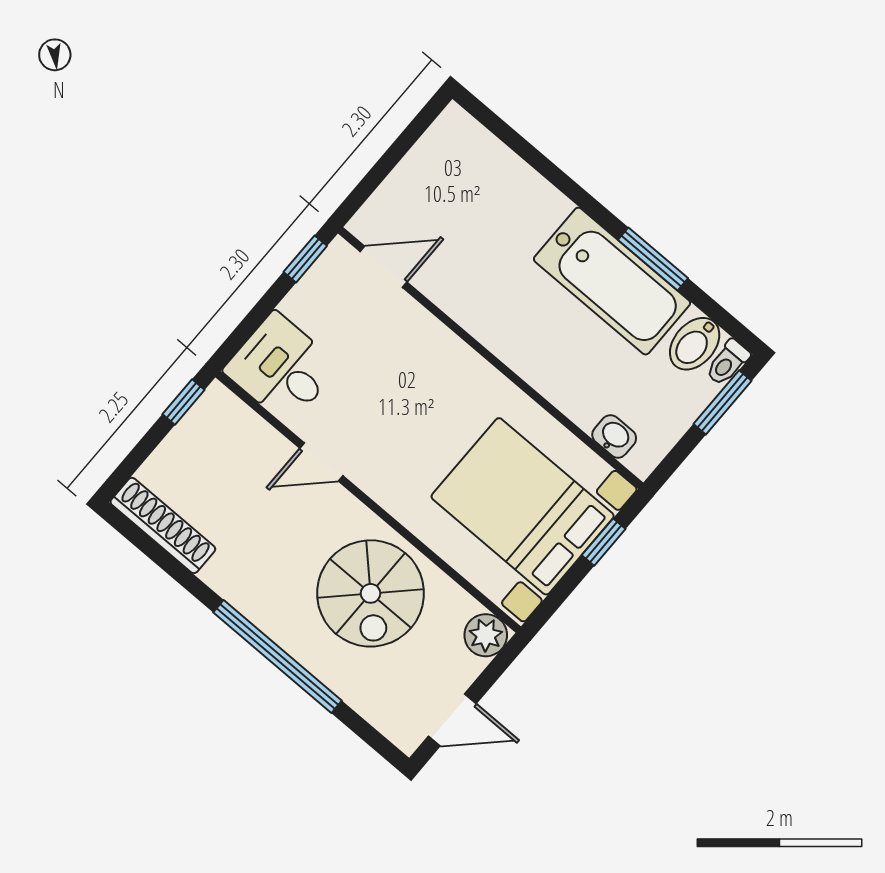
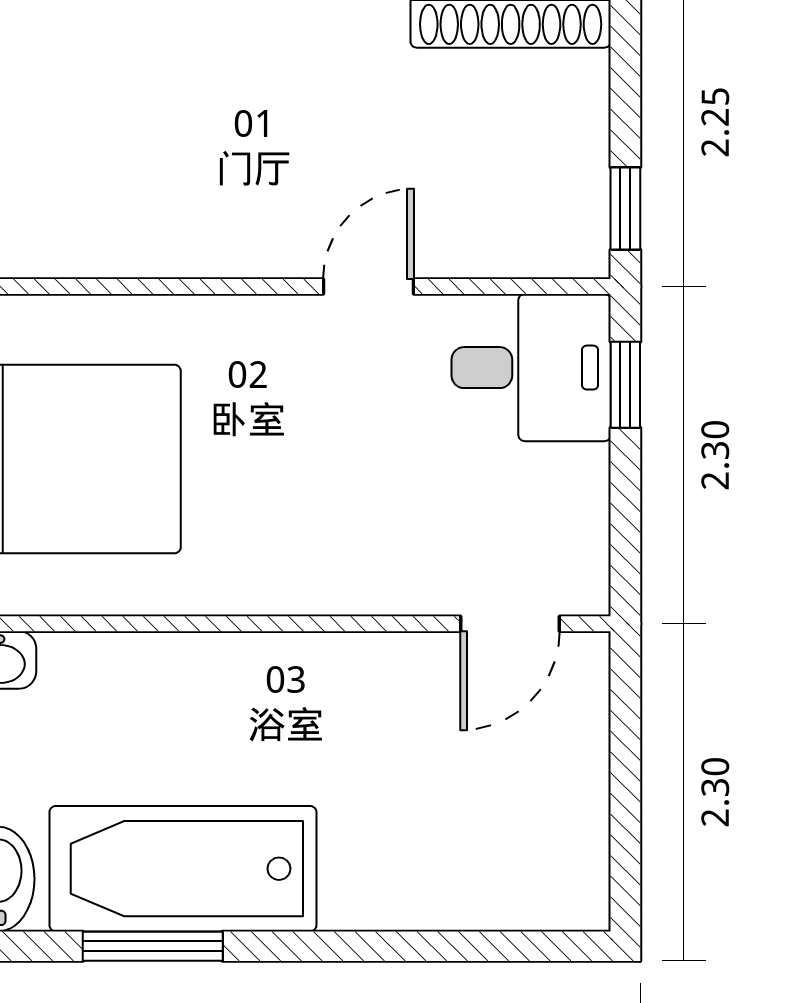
window: (305, 259) -> (625, 385), moved
spiral stairs: (371, 593) -> (150, 165), removed

